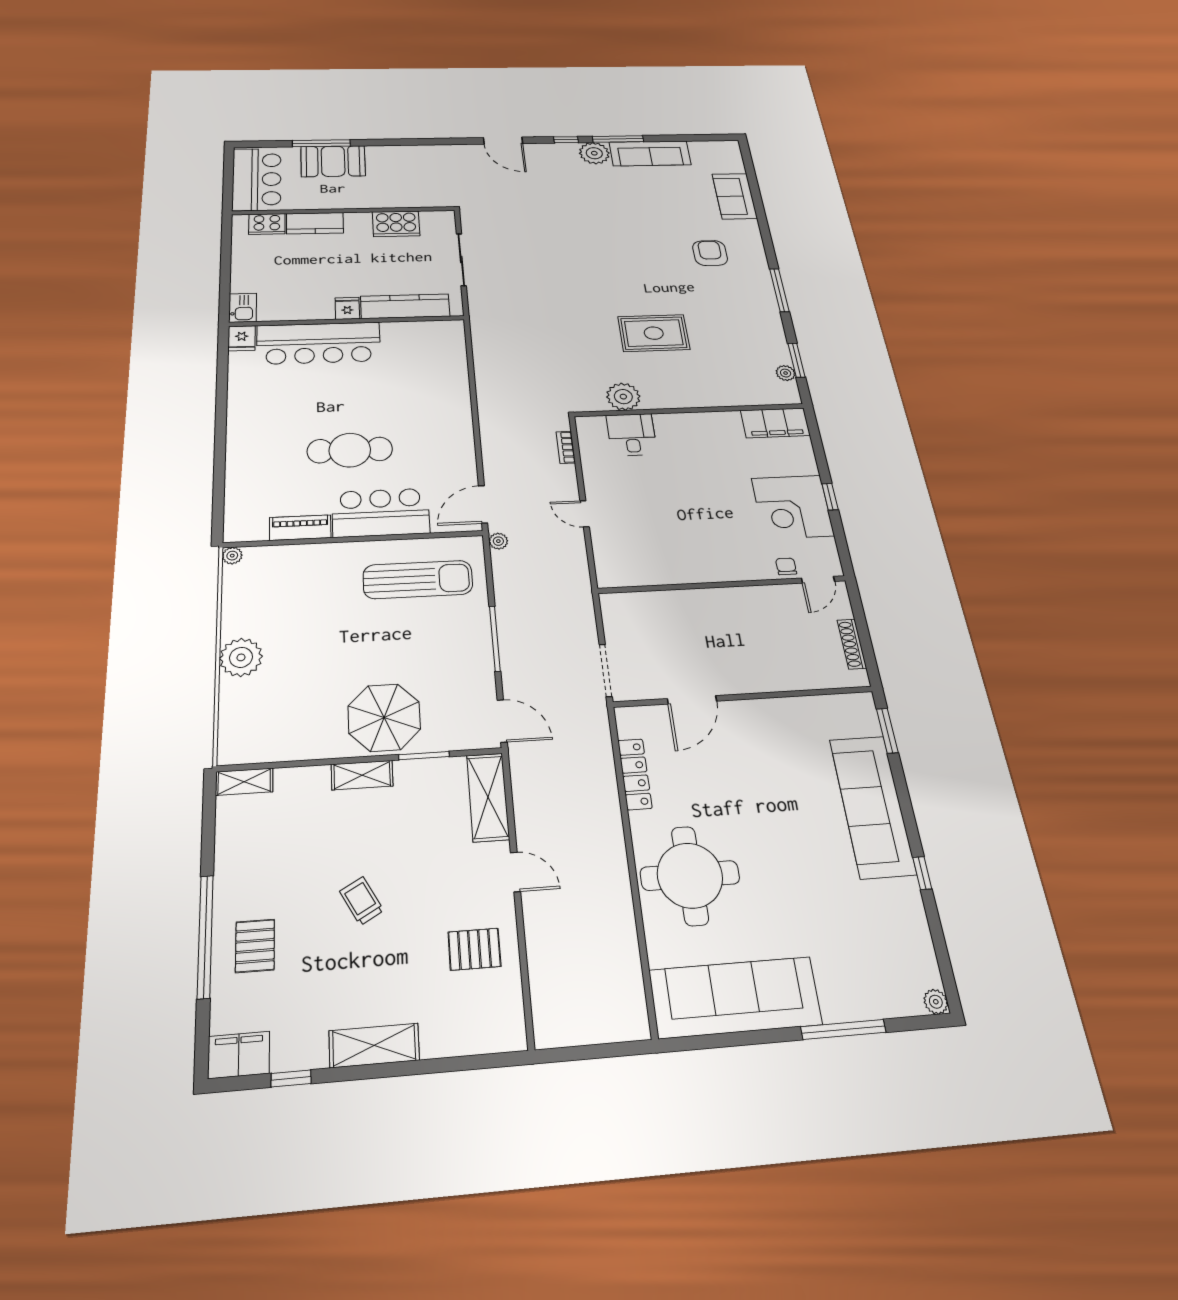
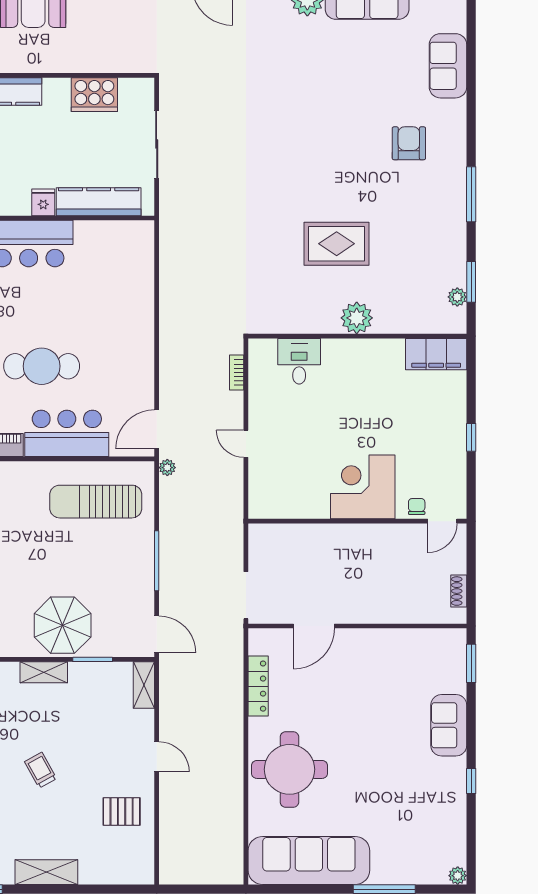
plant: (623, 397) -> (357, 318), moved
corner desk: (793, 507) -> (363, 487), moved, turned 90
sun lounger: (418, 580) -> (96, 502), turned 180
shoe rack: (852, 644) -> (459, 591), width x0.70
shelving: (488, 797) -> (144, 685), width x0.67, depth x0.75
sofa: (872, 806) -> (449, 725), width x0.54, depth x0.79

